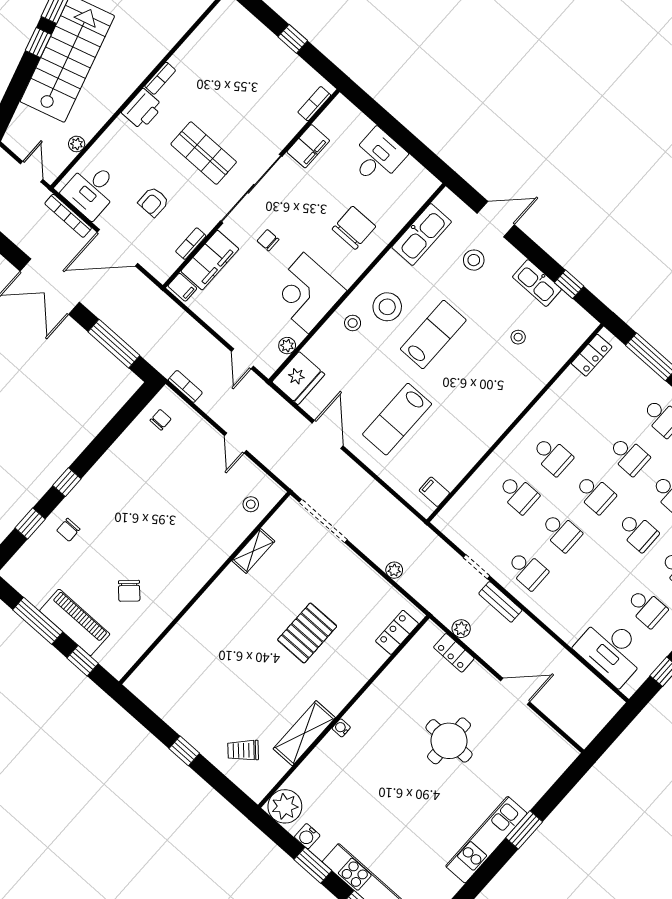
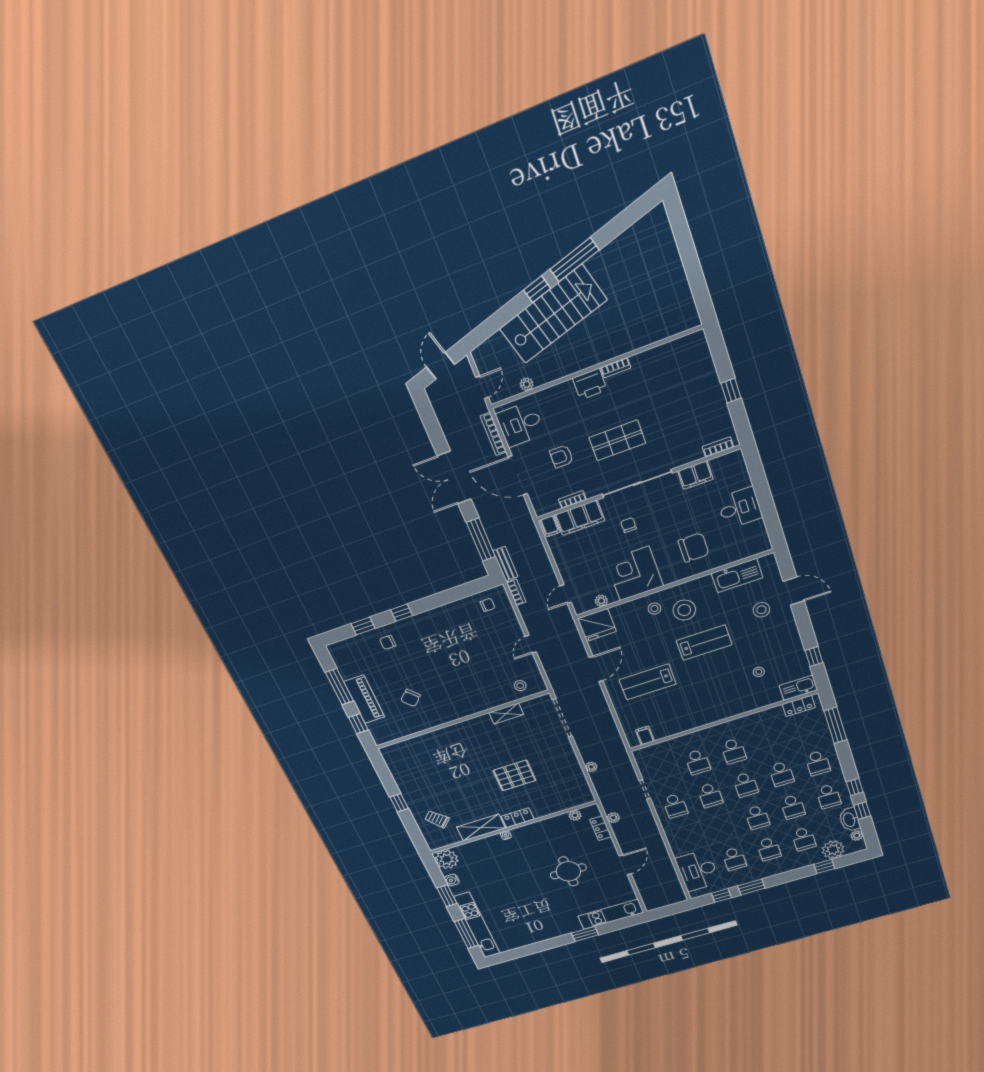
shop shelf: (204, 153) -> (617, 440), turned 90
kitchen sink: (537, 283) -> (798, 688), moved, turned 90
bench: (500, 602) -> (505, 564), moved
locker: (397, 632) -> (518, 818), moved
plant: (412, 651) -> (575, 815), added
door: (515, 691) -> (625, 865), hinge flipped
kitchen unit: (486, 840) -> (611, 914), moved

